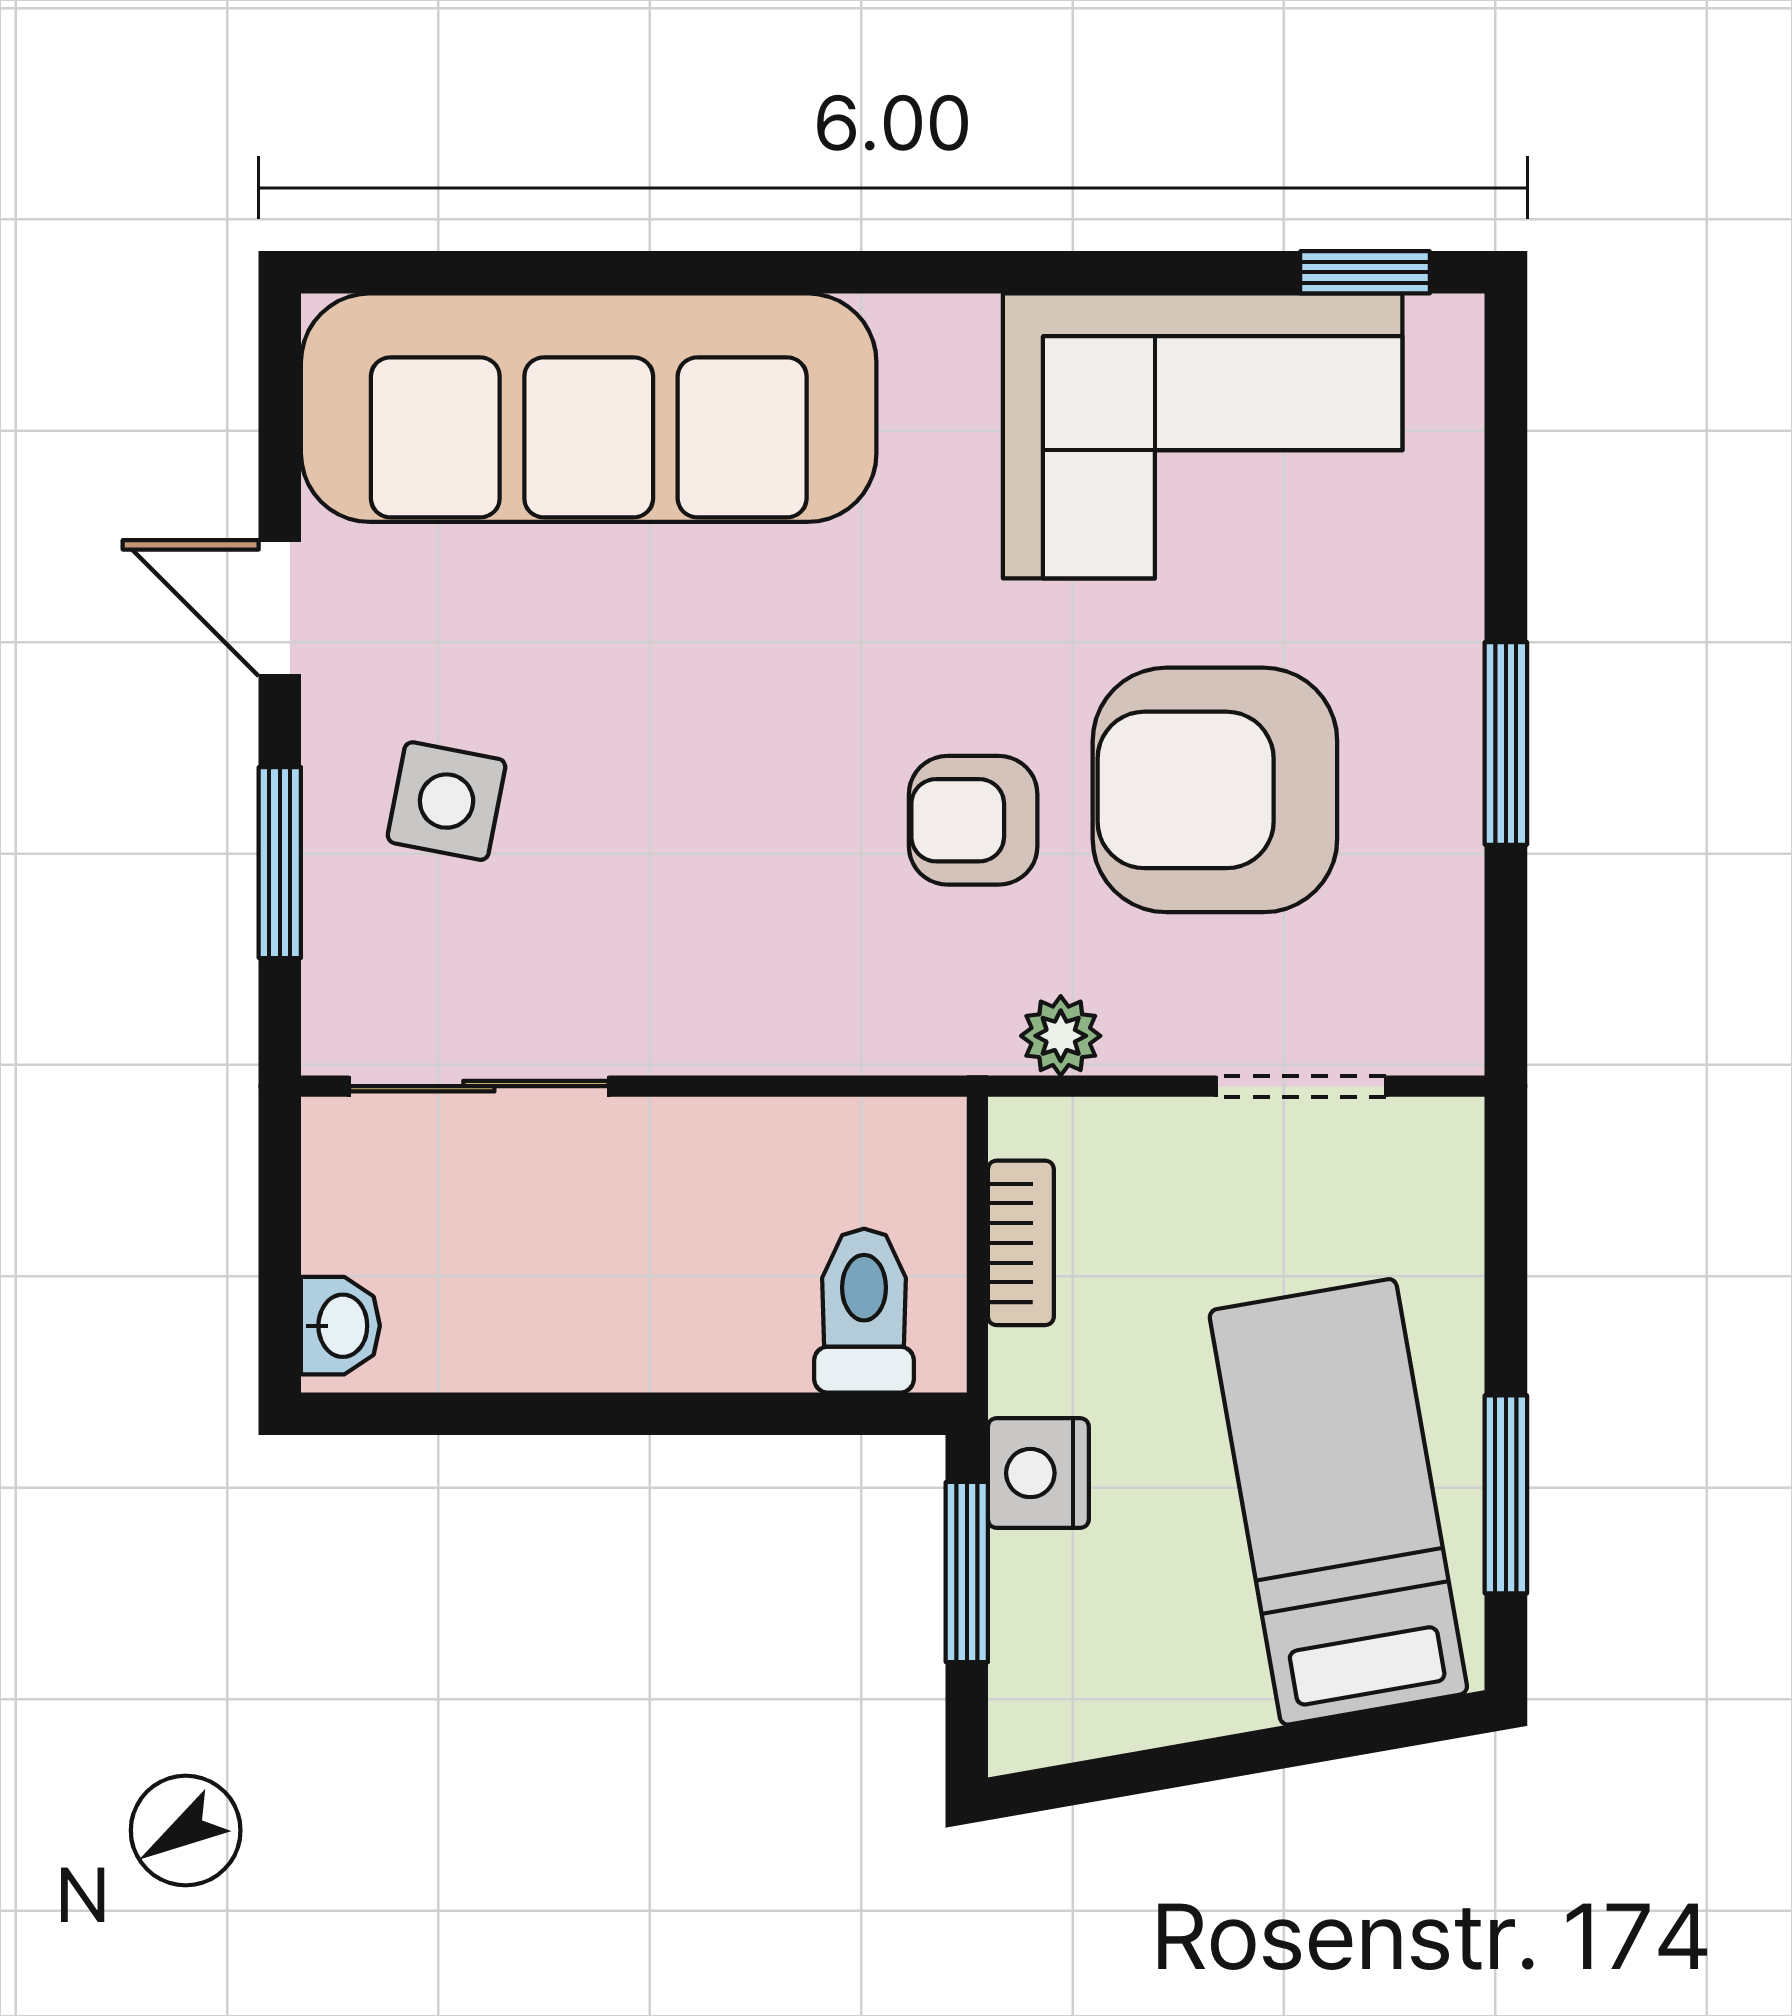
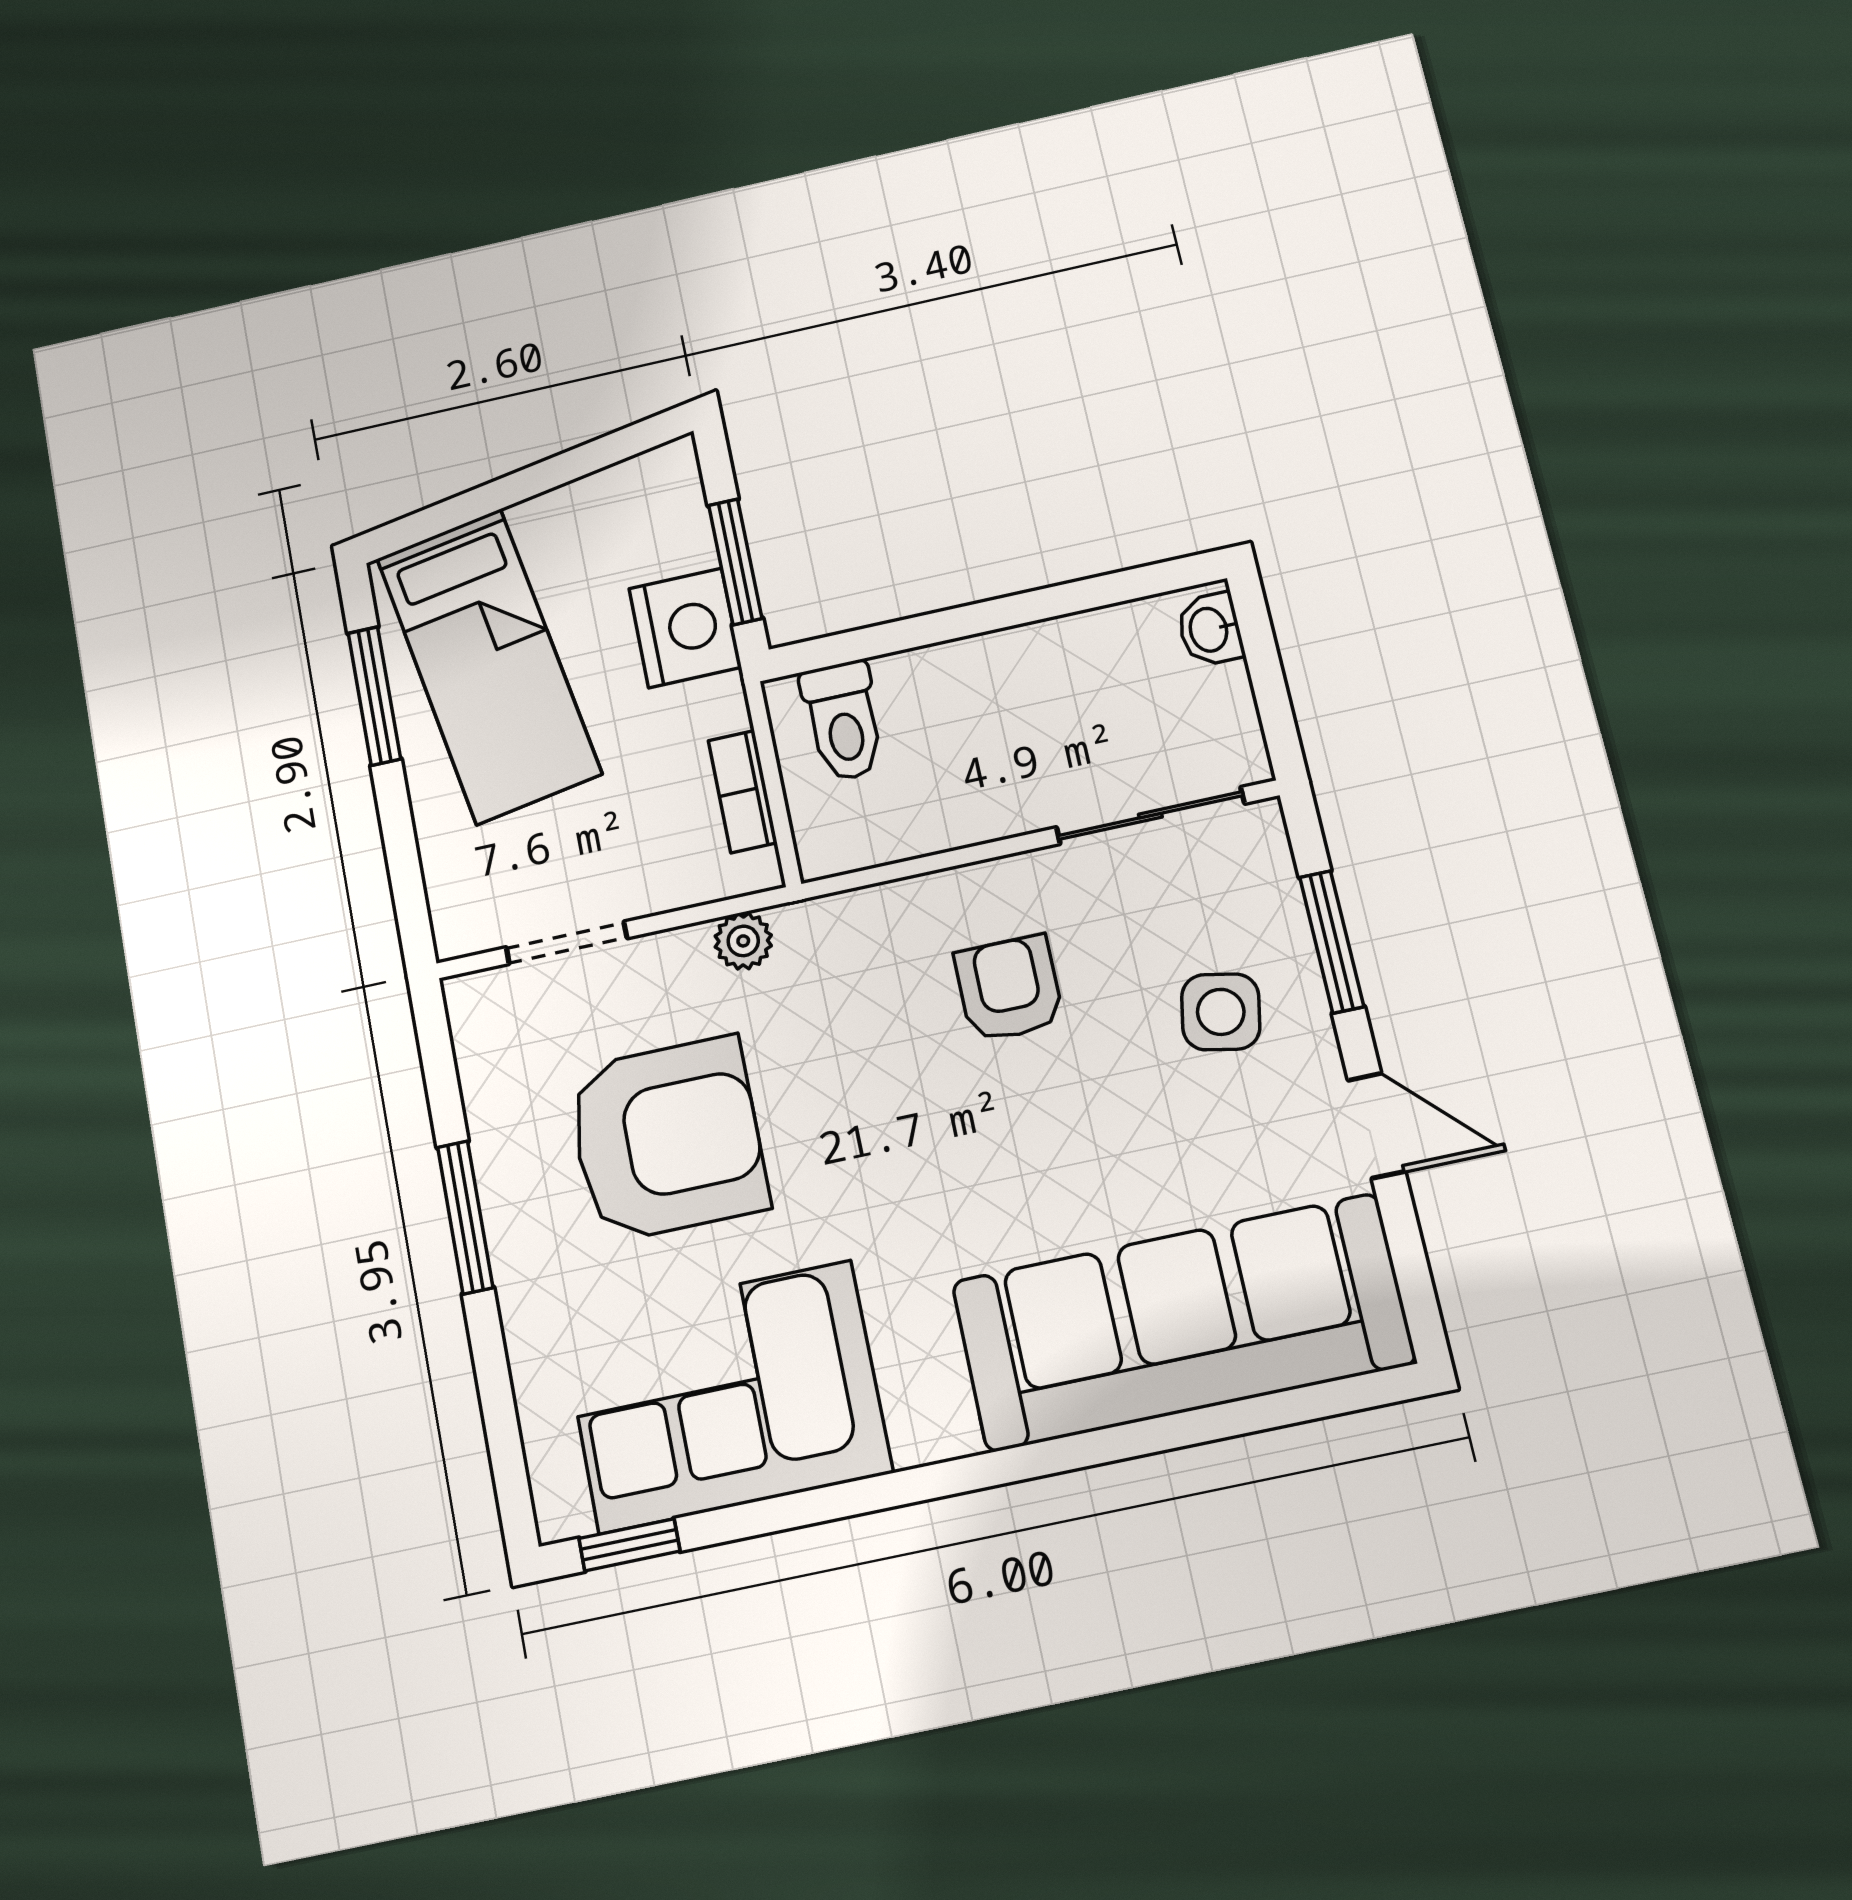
armchair: (973, 820) -> (1009, 989), moved, turned -90
nightstand: (1038, 1473) -> (685, 628), width x1.36, depth x1.33

